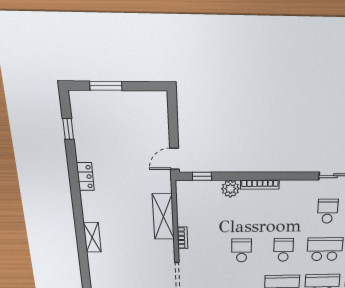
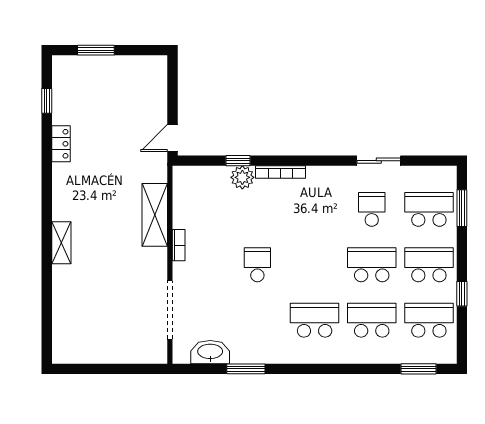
window: (202, 176) -> (238, 161), moved
locker: (85, 177) -> (61, 144), moved
school desk: (283, 250) -> (315, 265), removed

